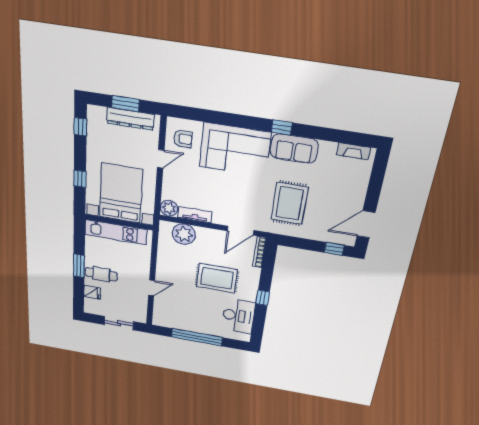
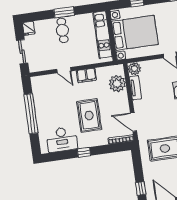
filing cabinet: (164, 266) -> (86, 75), added
fridge: (92, 292) -> (29, 28), moved

